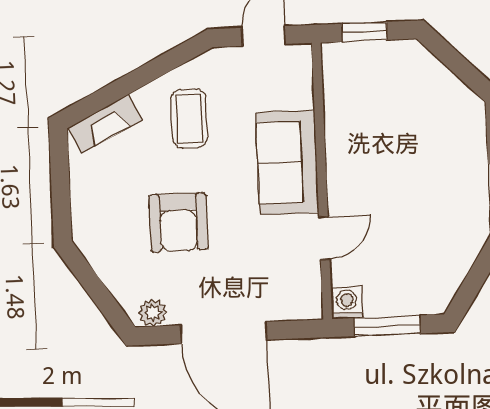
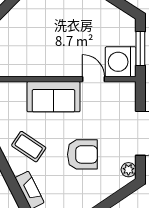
coffee table: (189, 118) -> (29, 147), turned 34
washing machine: (347, 303) -> (121, 62), width x1.89, depth x1.89

